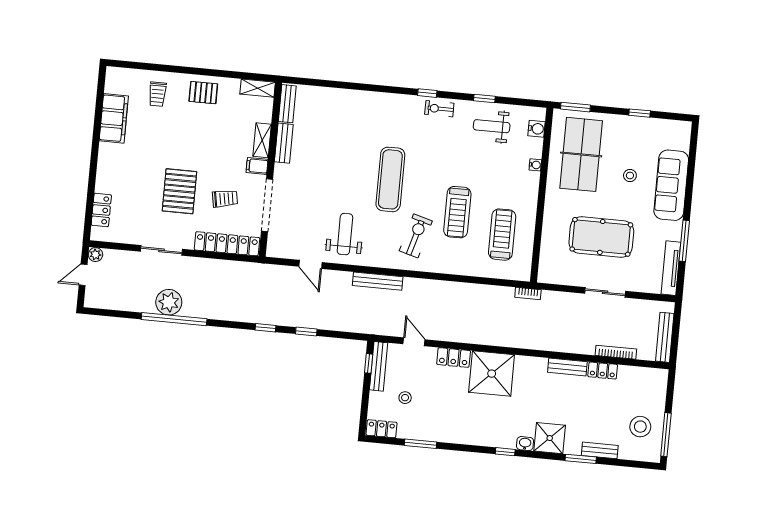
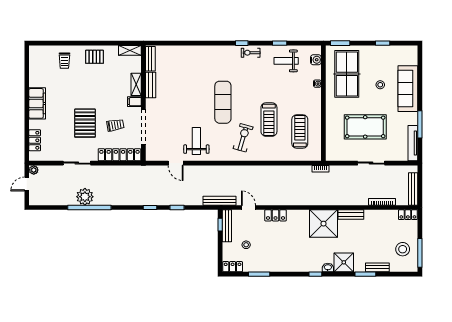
filing cabinet: (114, 118) -> (37, 103), moved
bench: (378, 281) -> (220, 201), moved
locker: (603, 371) -> (408, 215), moved
shower: (492, 374) -> (323, 224), moved

